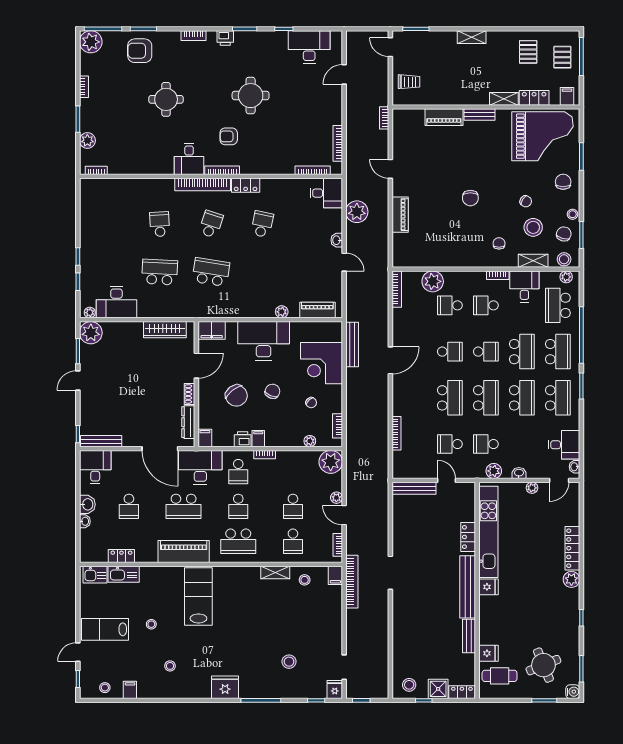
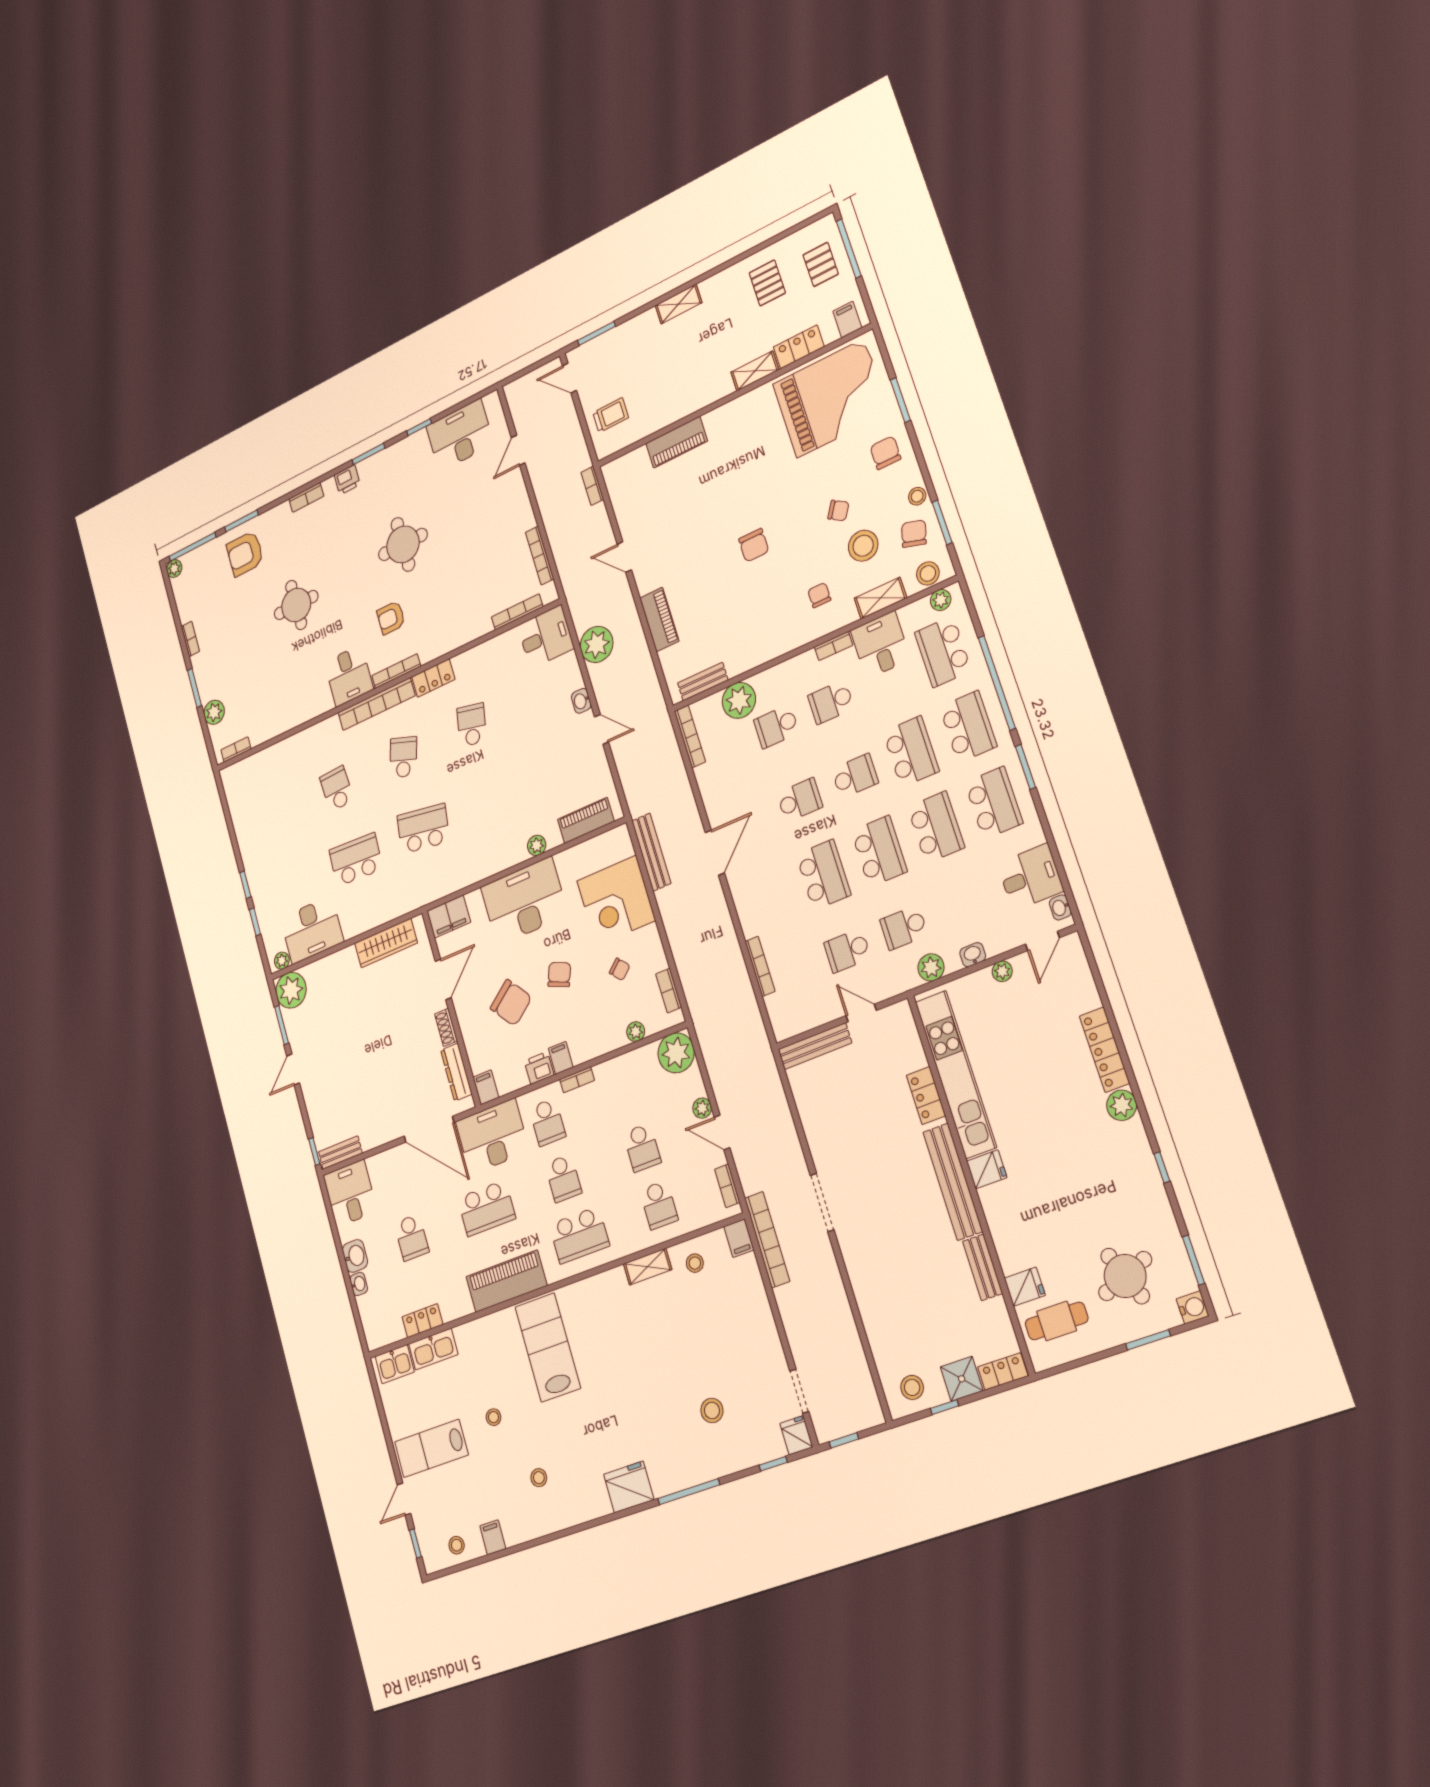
plant: (91, 42) -> (174, 569), width x0.53, depth x0.53
bench: (479, 115) -> (703, 682), moved
bench: (101, 441) -> (340, 1153), width x0.73

